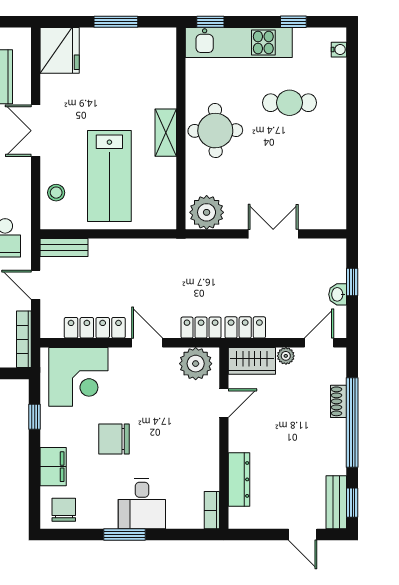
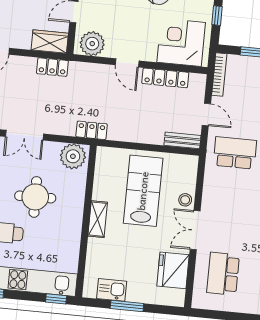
kitchen sink: (138, 41) -> (112, 290), added
fridge: (60, 50) -> (173, 270), moved
double door: (36, 131) -> (195, 230), swing flipped
round table: (215, 131) -> (35, 197), moved
stool: (56, 193) -> (185, 200), moved
locker: (201, 328) -> (92, 130), moved, turned 180
plant: (286, 356) -> (24, 43), removed

